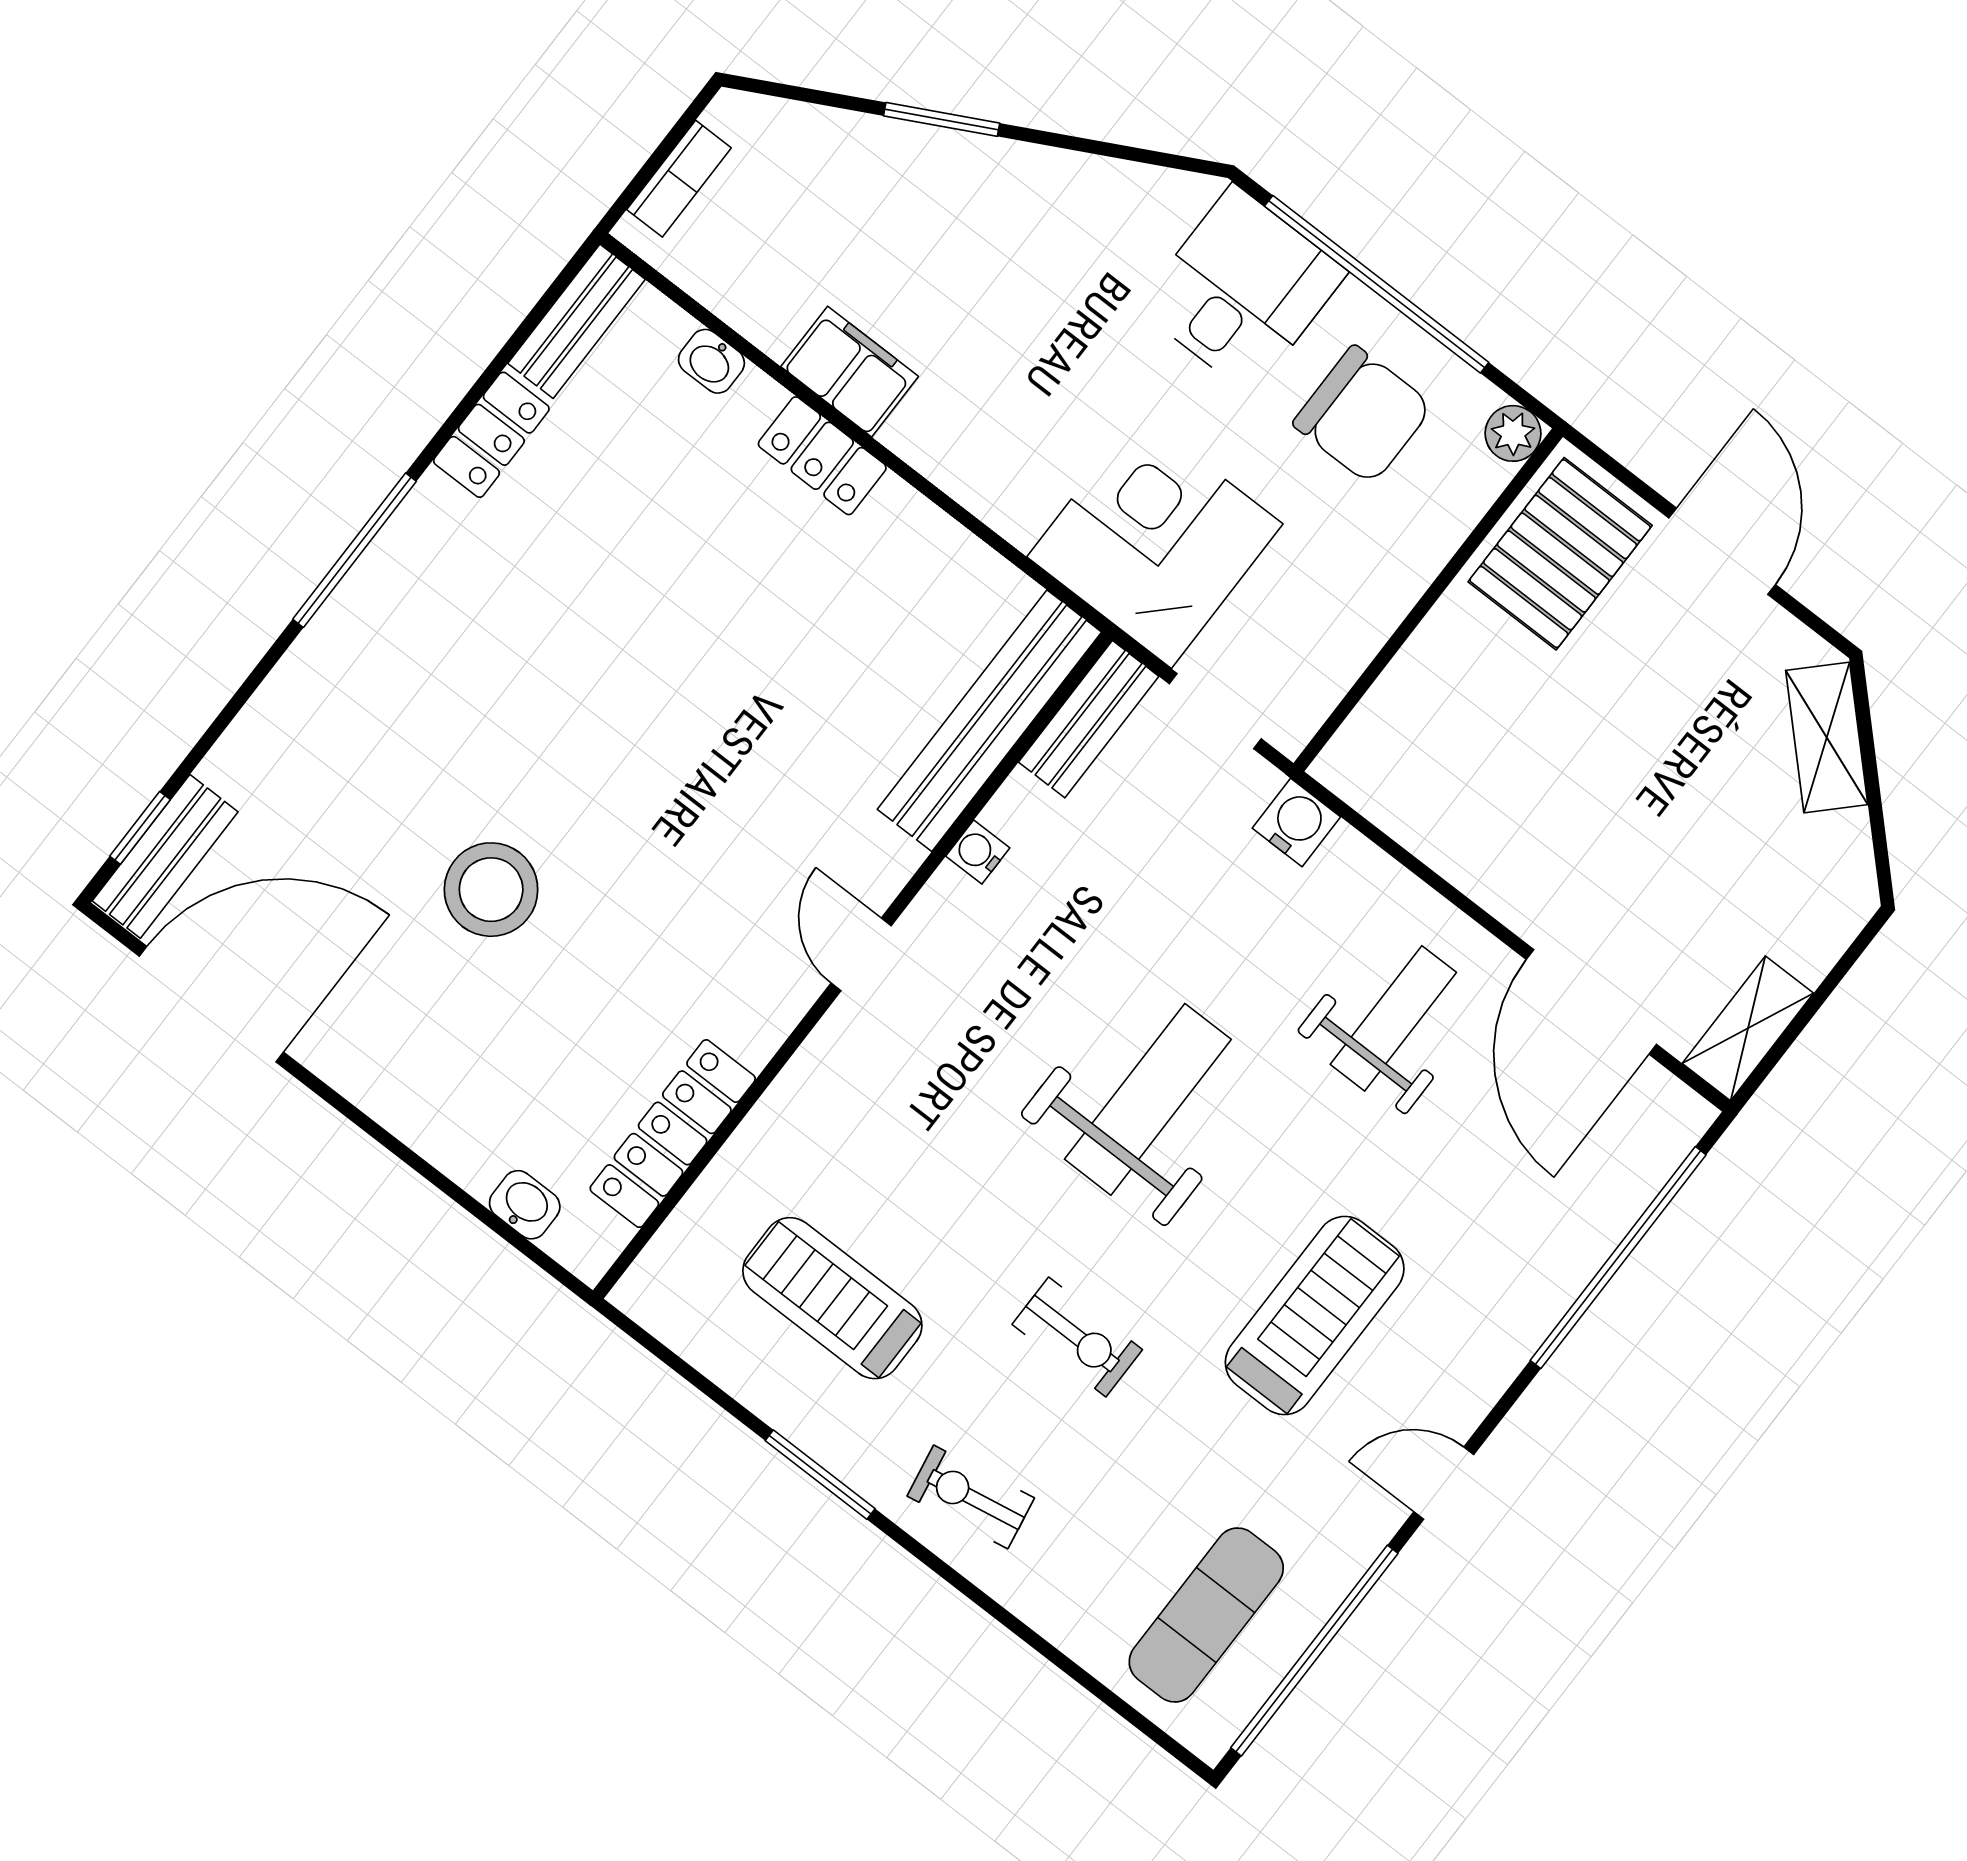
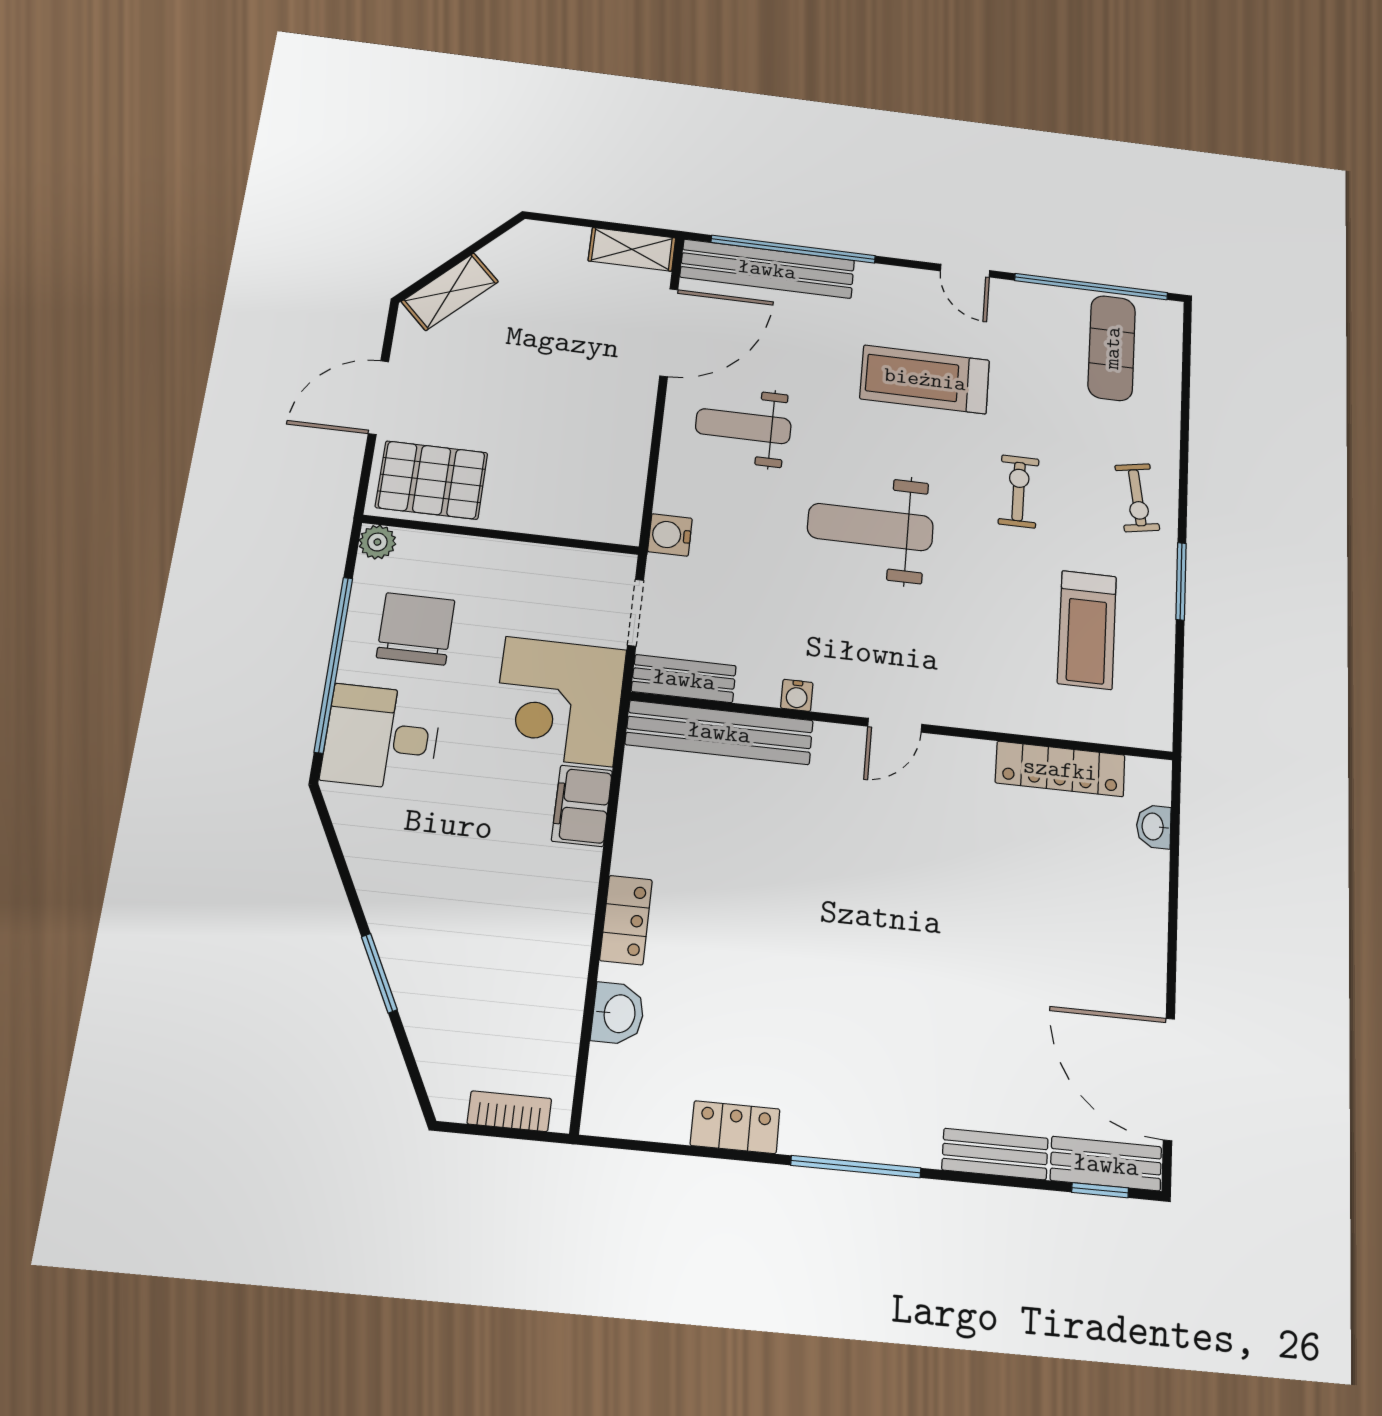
bench: (576, 321) -> (995, 1154), moved
washbasin: (711, 361) -> (618, 1014), width x1.38, depth x1.45
filing cabinet: (850, 372) -> (582, 806), moved
stool: (491, 890) -> (997, 956), removed
bench: (1609, 1201) -> (767, 269), added
exercise mat: (1206, 1615) -> (1112, 348), turned 90

